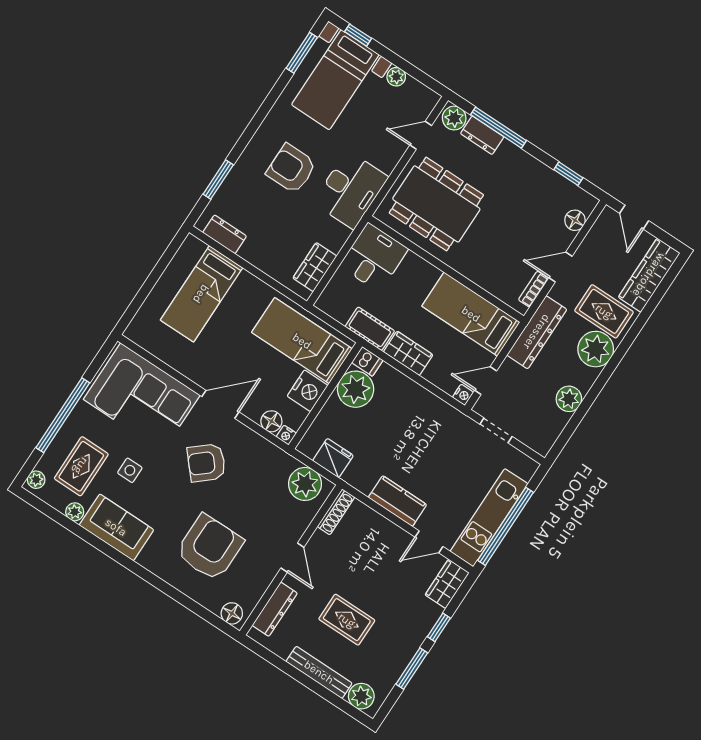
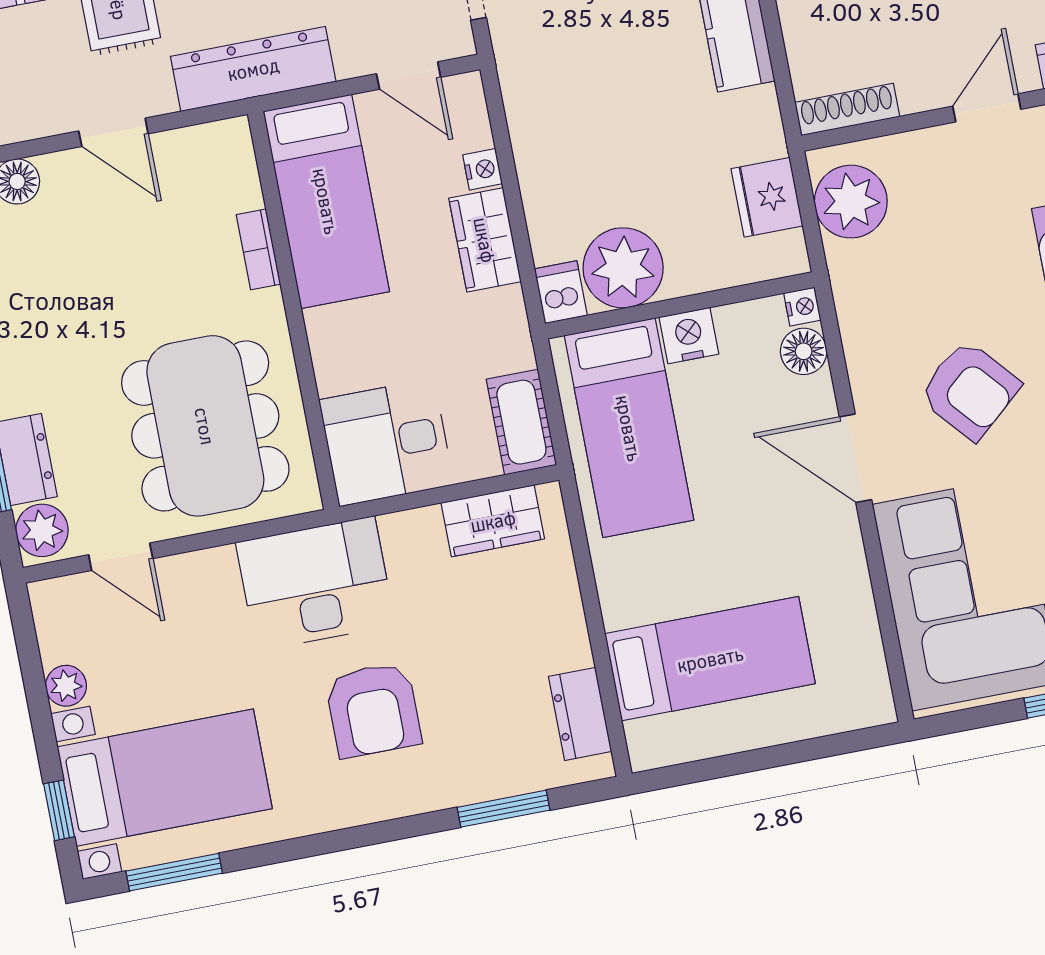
bookcase: (533, 289) -> (258, 249), moved, turned 90
cot: (370, 329) -> (521, 422), moved
nightstand: (308, 391) -> (689, 336), width x0.74, depth x0.75
nightstand: (463, 395) -> (483, 169), moved, turned 90

